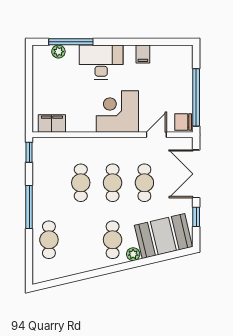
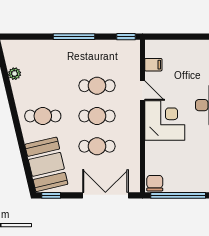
filing cabinet: (52, 123) -> (153, 65), width x0.50
door: (156, 135) -> (143, 91), moved
window: (196, 217) -> (51, 195), moved
cafe table: (49, 240) -> (43, 55), removed
plant: (133, 254) -> (15, 74), moved

